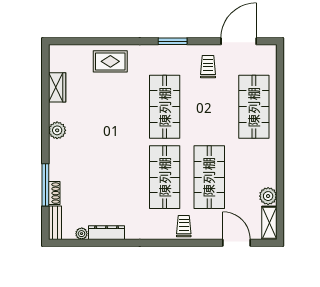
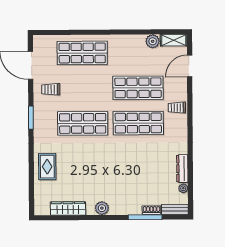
wardrobe: (57, 87) -> (68, 208), width x1.50

